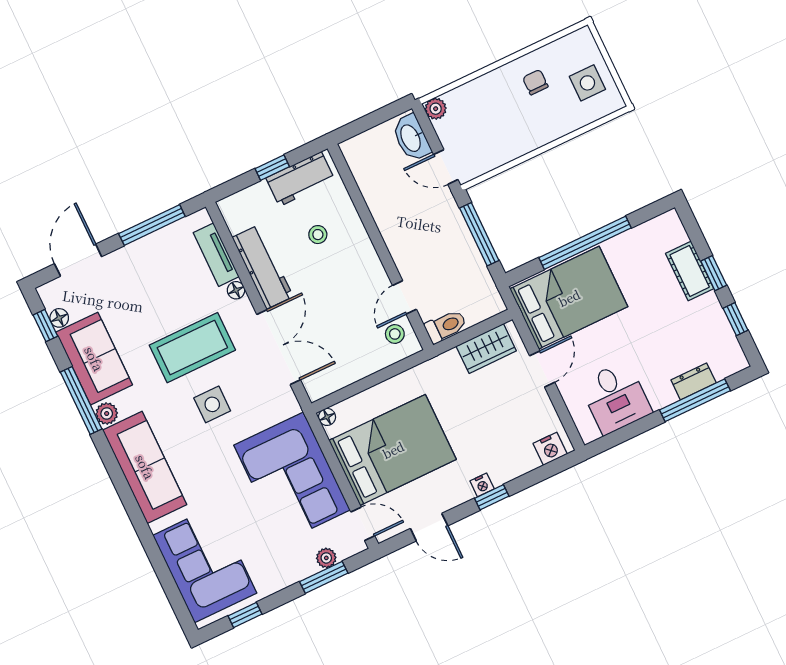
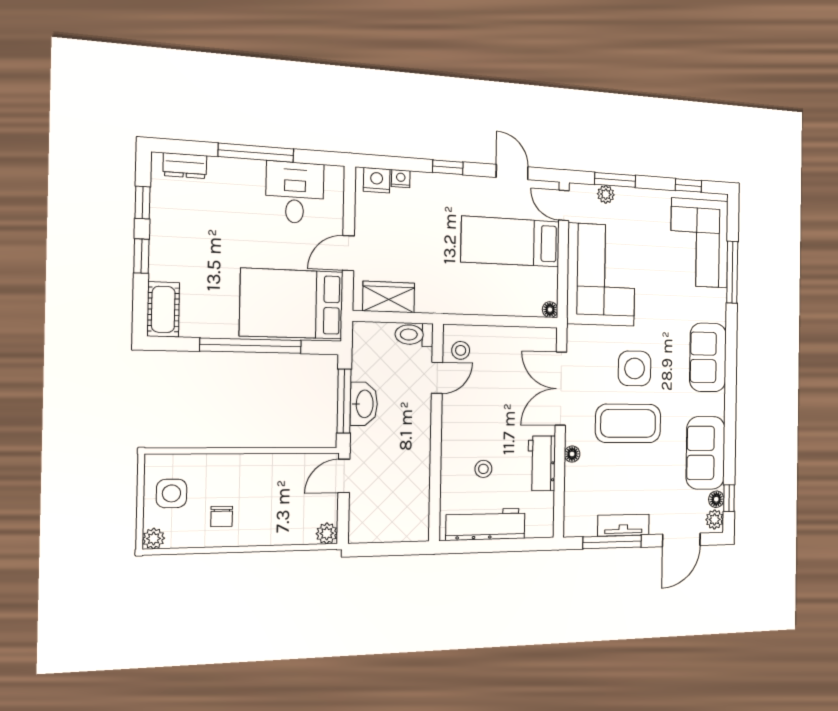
plant: (583, 38) -> (154, 539), added
washbasin: (411, 138) -> (364, 404), moved
door: (446, 167) -> (344, 476), swing flipped
window: (272, 168) -> (493, 546), removed
workbench: (300, 179) -> (486, 524), width x1.38
tv unit: (216, 255) -> (623, 525), moved, turned -90
workbench: (263, 267) -> (542, 463), width x0.73
cot: (690, 271) -> (163, 309), moved
dresser: (694, 381) -> (185, 166), moved
window: (695, 400) -> (256, 153), moved
window: (81, 401) -> (732, 272), moved
side table: (212, 404) -> (635, 368), width x1.37, depth x1.37
plant: (107, 413) -> (715, 519), moved
bed: (393, 450) -> (511, 242), width x0.67
sofa: (145, 467) -> (708, 357), width x0.73
nightstand: (482, 485) -> (401, 179), moved

